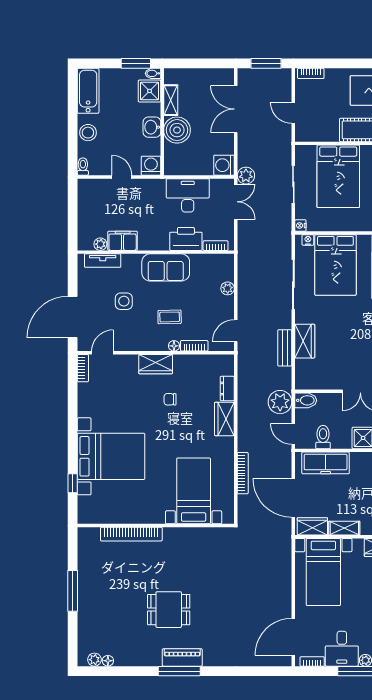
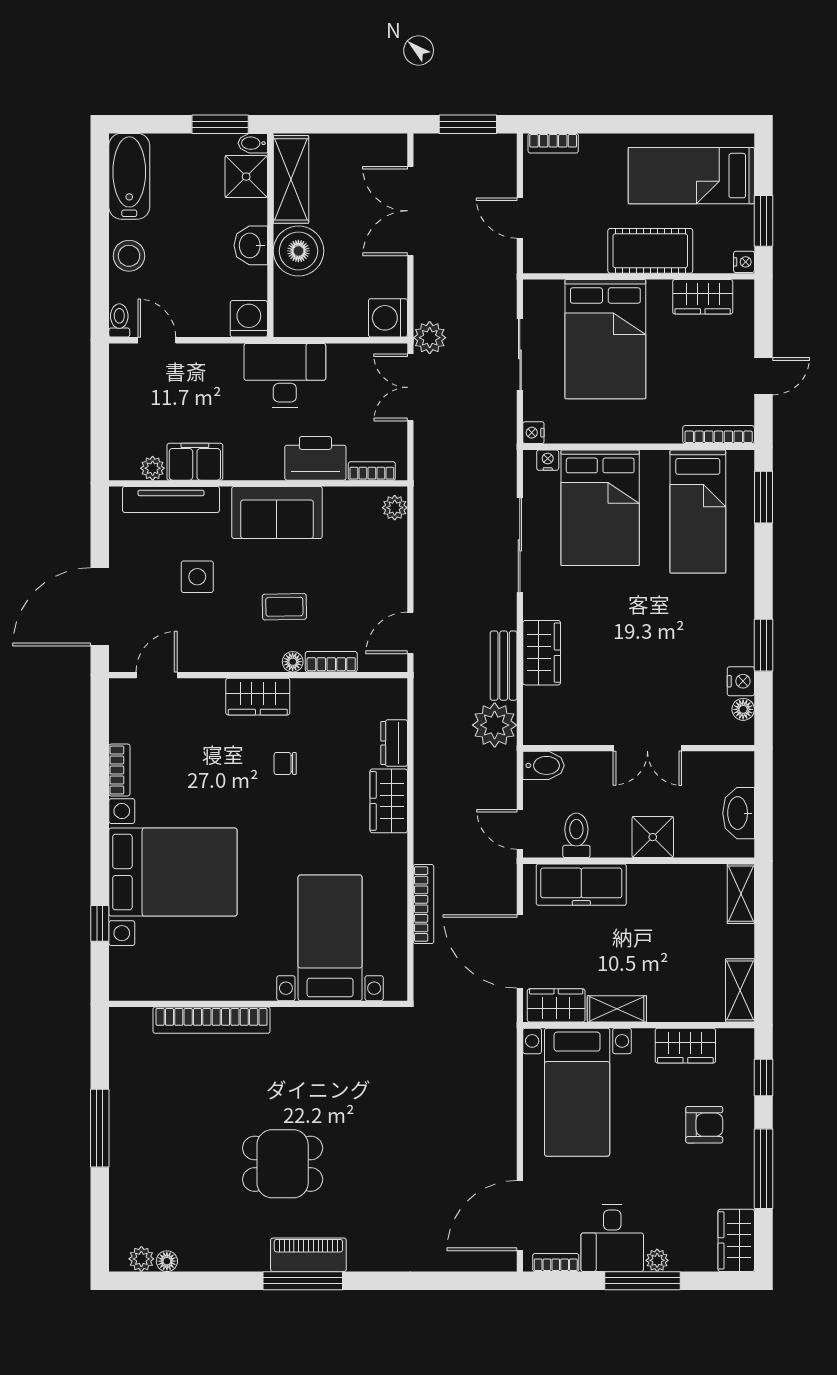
shelving: (171, 100) -> (291, 179), width x1.50, depth x1.33
door: (122, 177) -> (157, 340), moved
desk: (188, 195) -> (285, 375), moved
double door: (236, 202) -> (410, 387), swing flipped
tv unit: (103, 261) -> (171, 499), width x1.41
plant: (228, 288) -> (395, 508), moved
bookcase: (83, 368) -> (119, 770), moved
plant: (280, 402) -> (495, 725), moved

